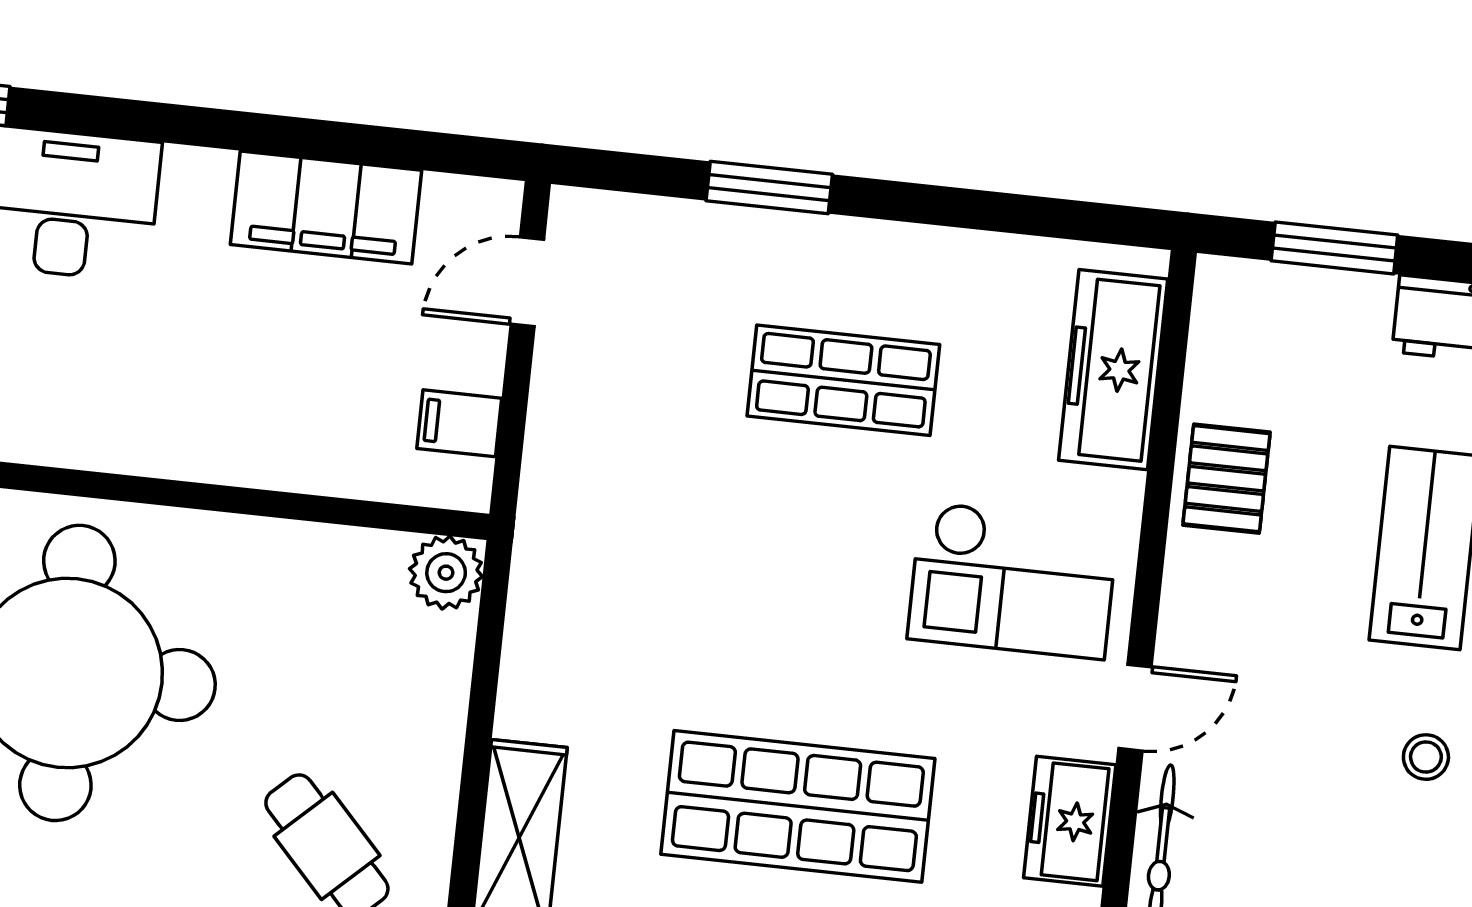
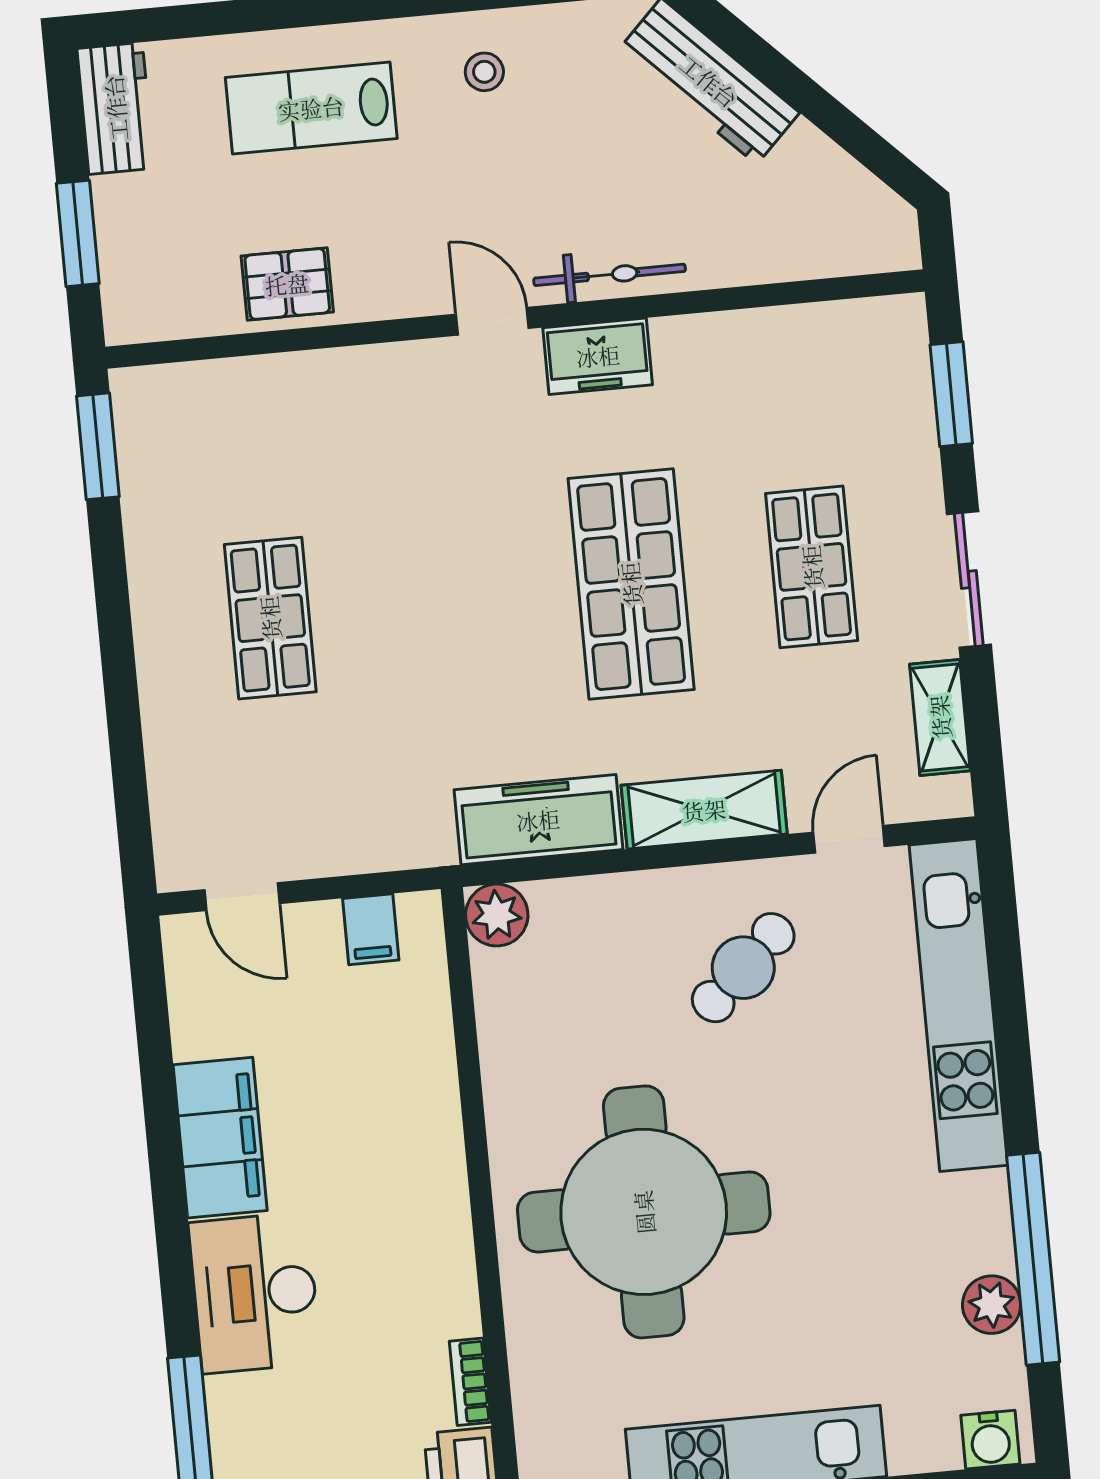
window: (769, 187) -> (98, 446), moved
filing cabinet: (326, 207) -> (220, 1138), moved
freezer: (1113, 370) -> (538, 820), moved, turned 180
checkout: (1013, 580) -> (407, 444), removed

